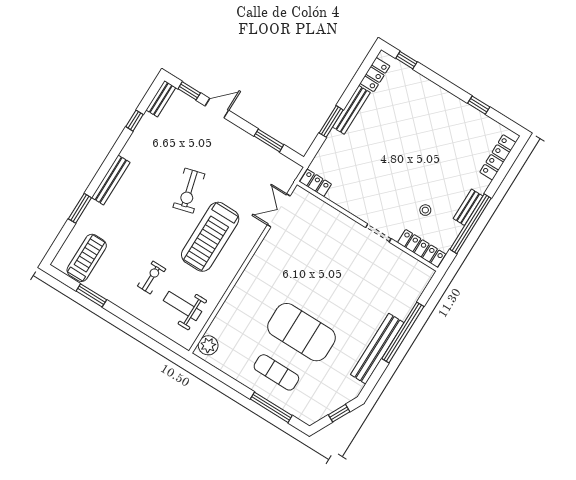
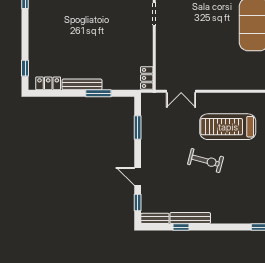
bench: (111, 180) -> (190, 218), moved
exercise bike: (189, 191) -> (205, 161), turned 30
treadmill: (210, 237) -> (228, 127), turned 180

